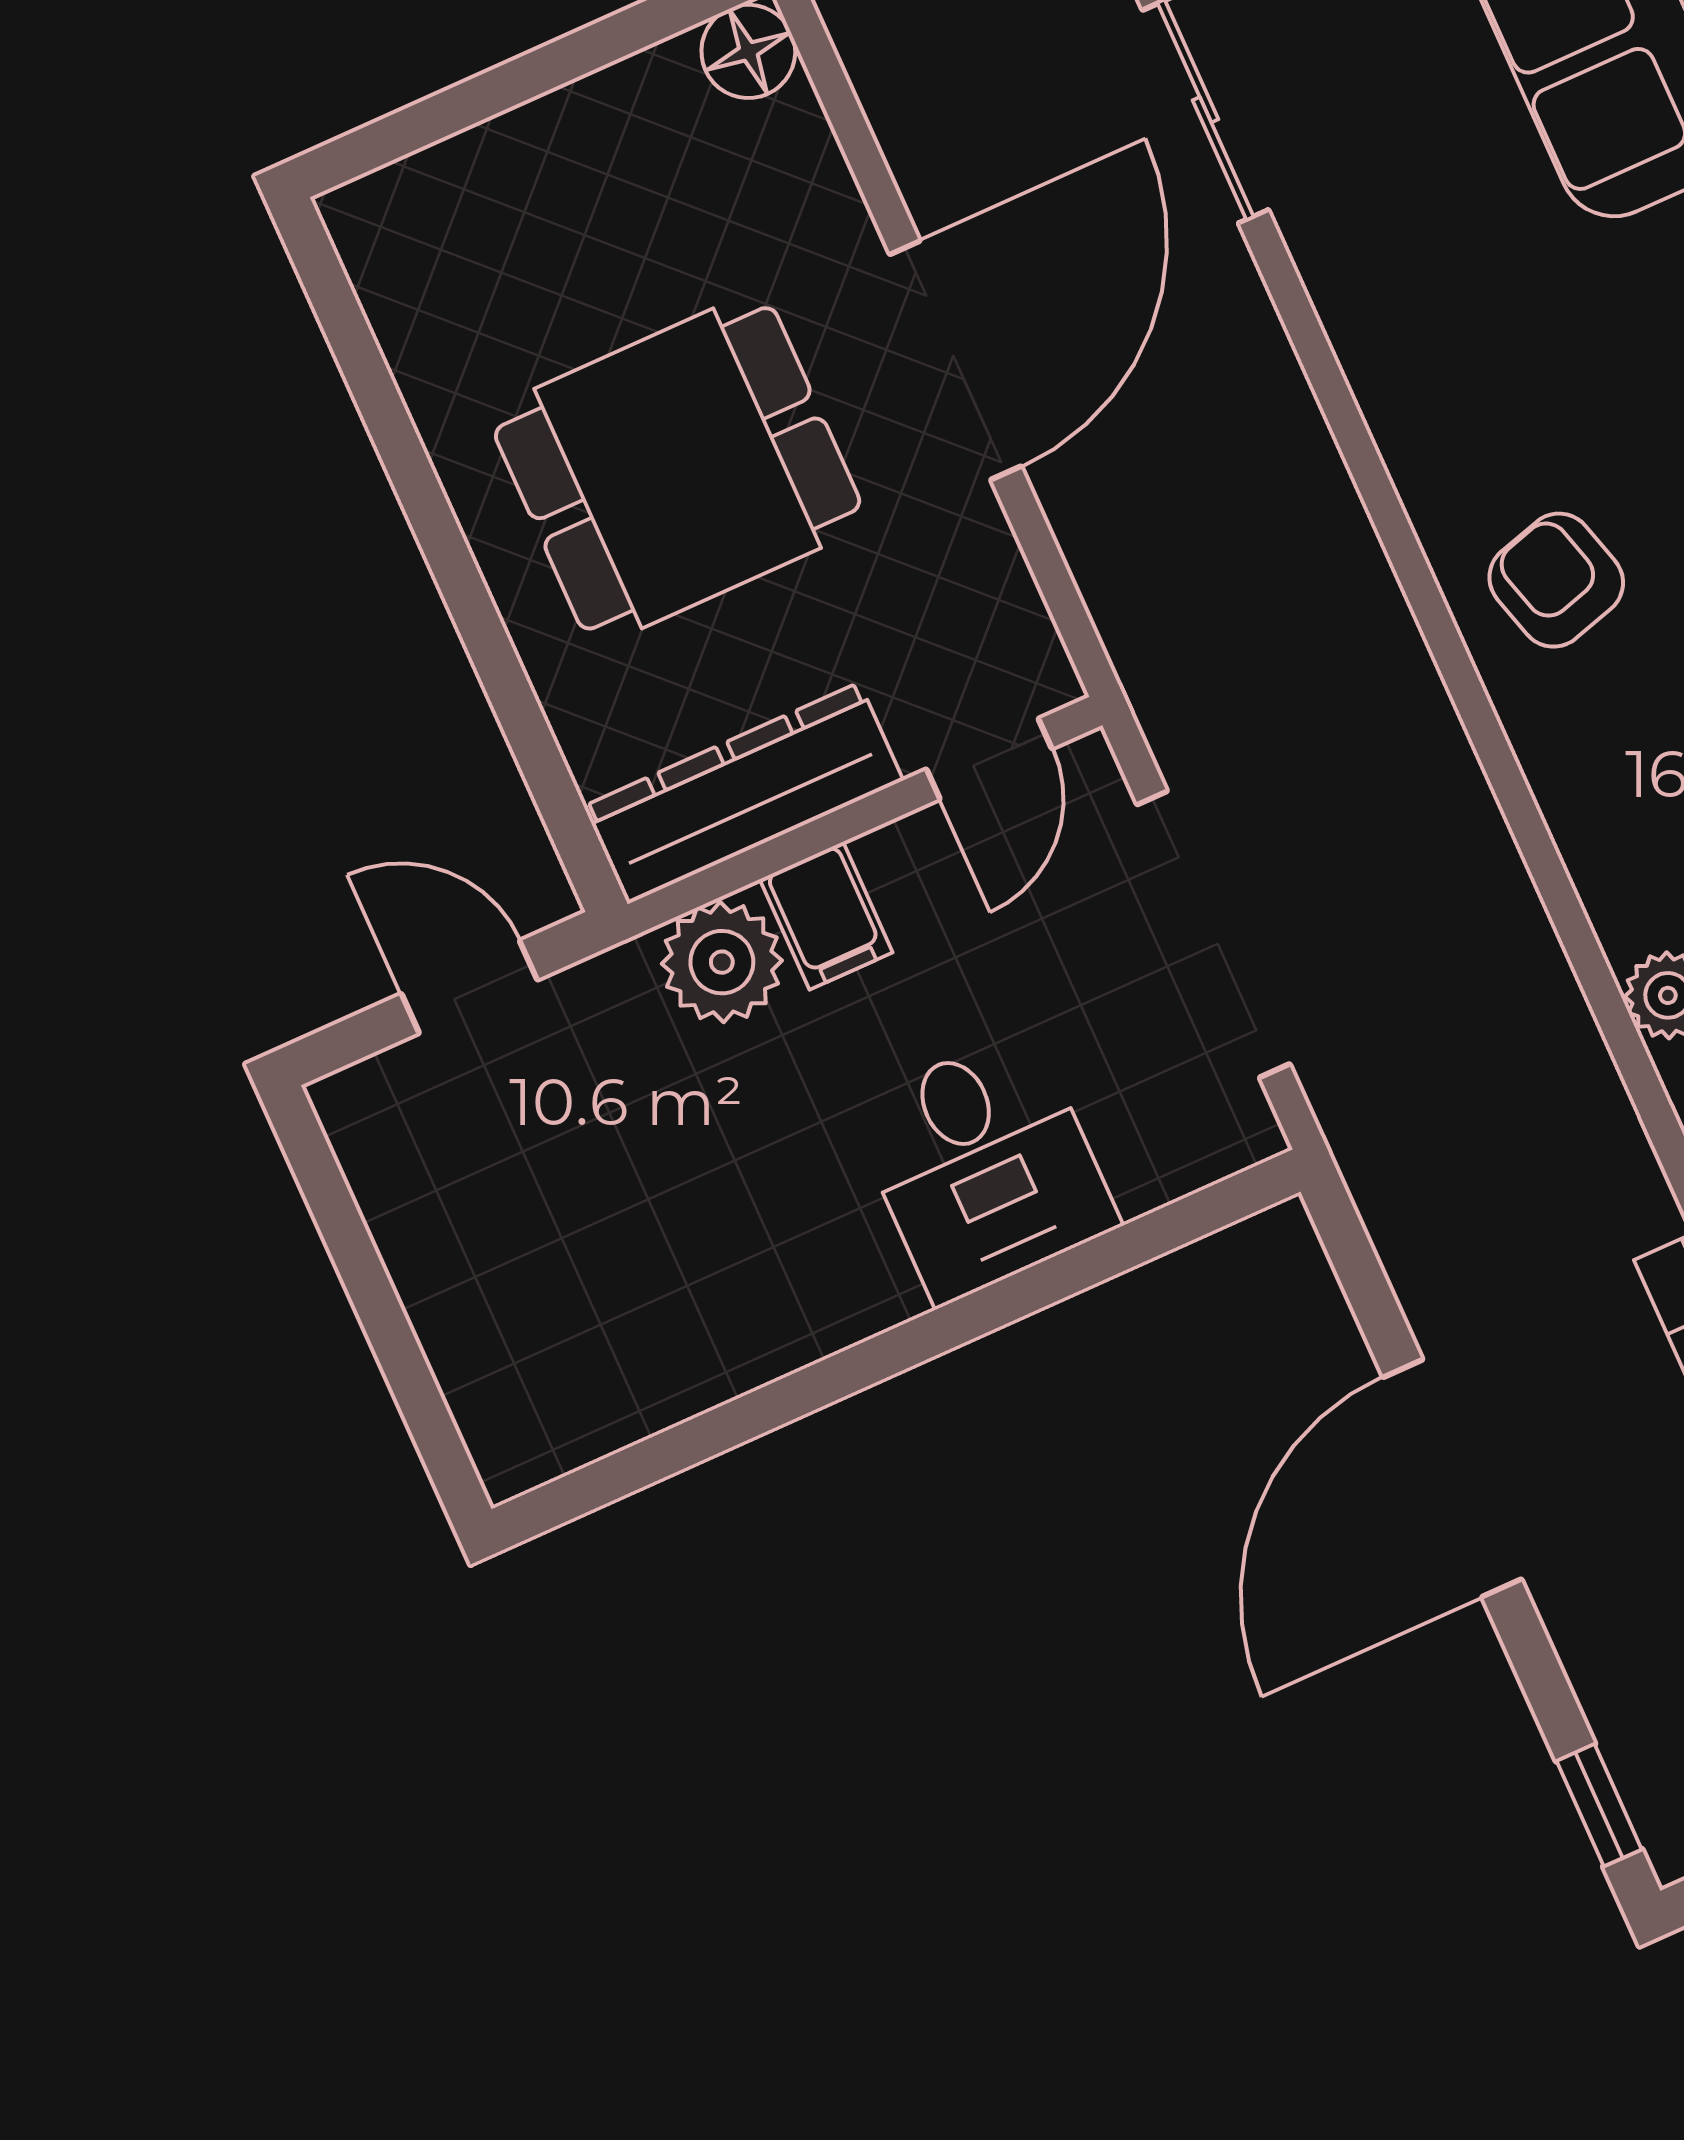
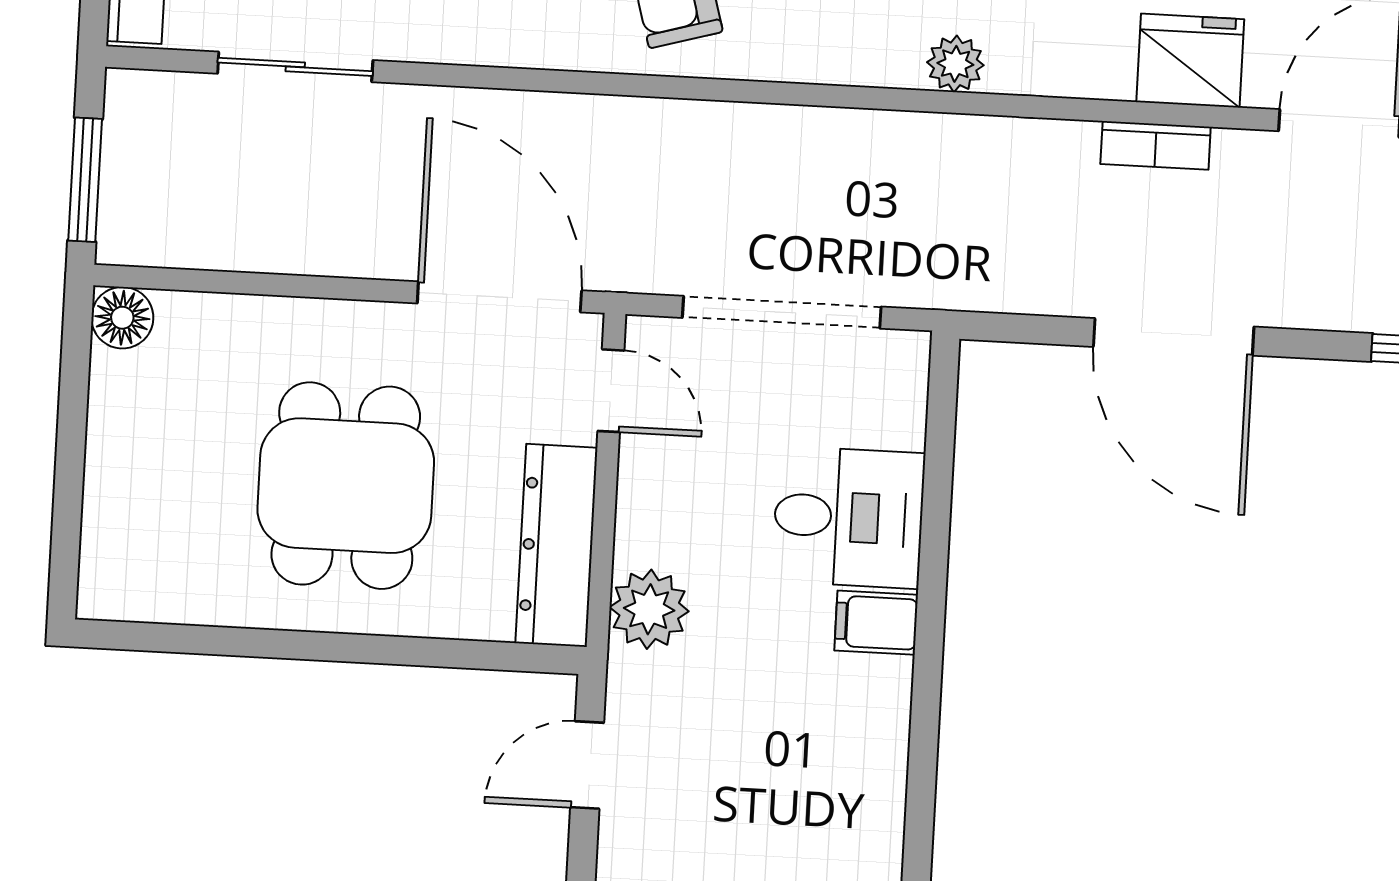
door: (955, 360) -> (499, 297), moved
filing cabinet: (826, 916) -> (876, 623), moved, turned 180

